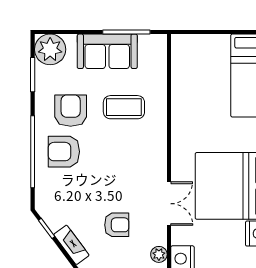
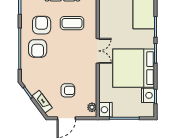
armchair: (64, 152) -> (38, 48), turned -90
double door: (169, 204) -> (98, 51), moved

